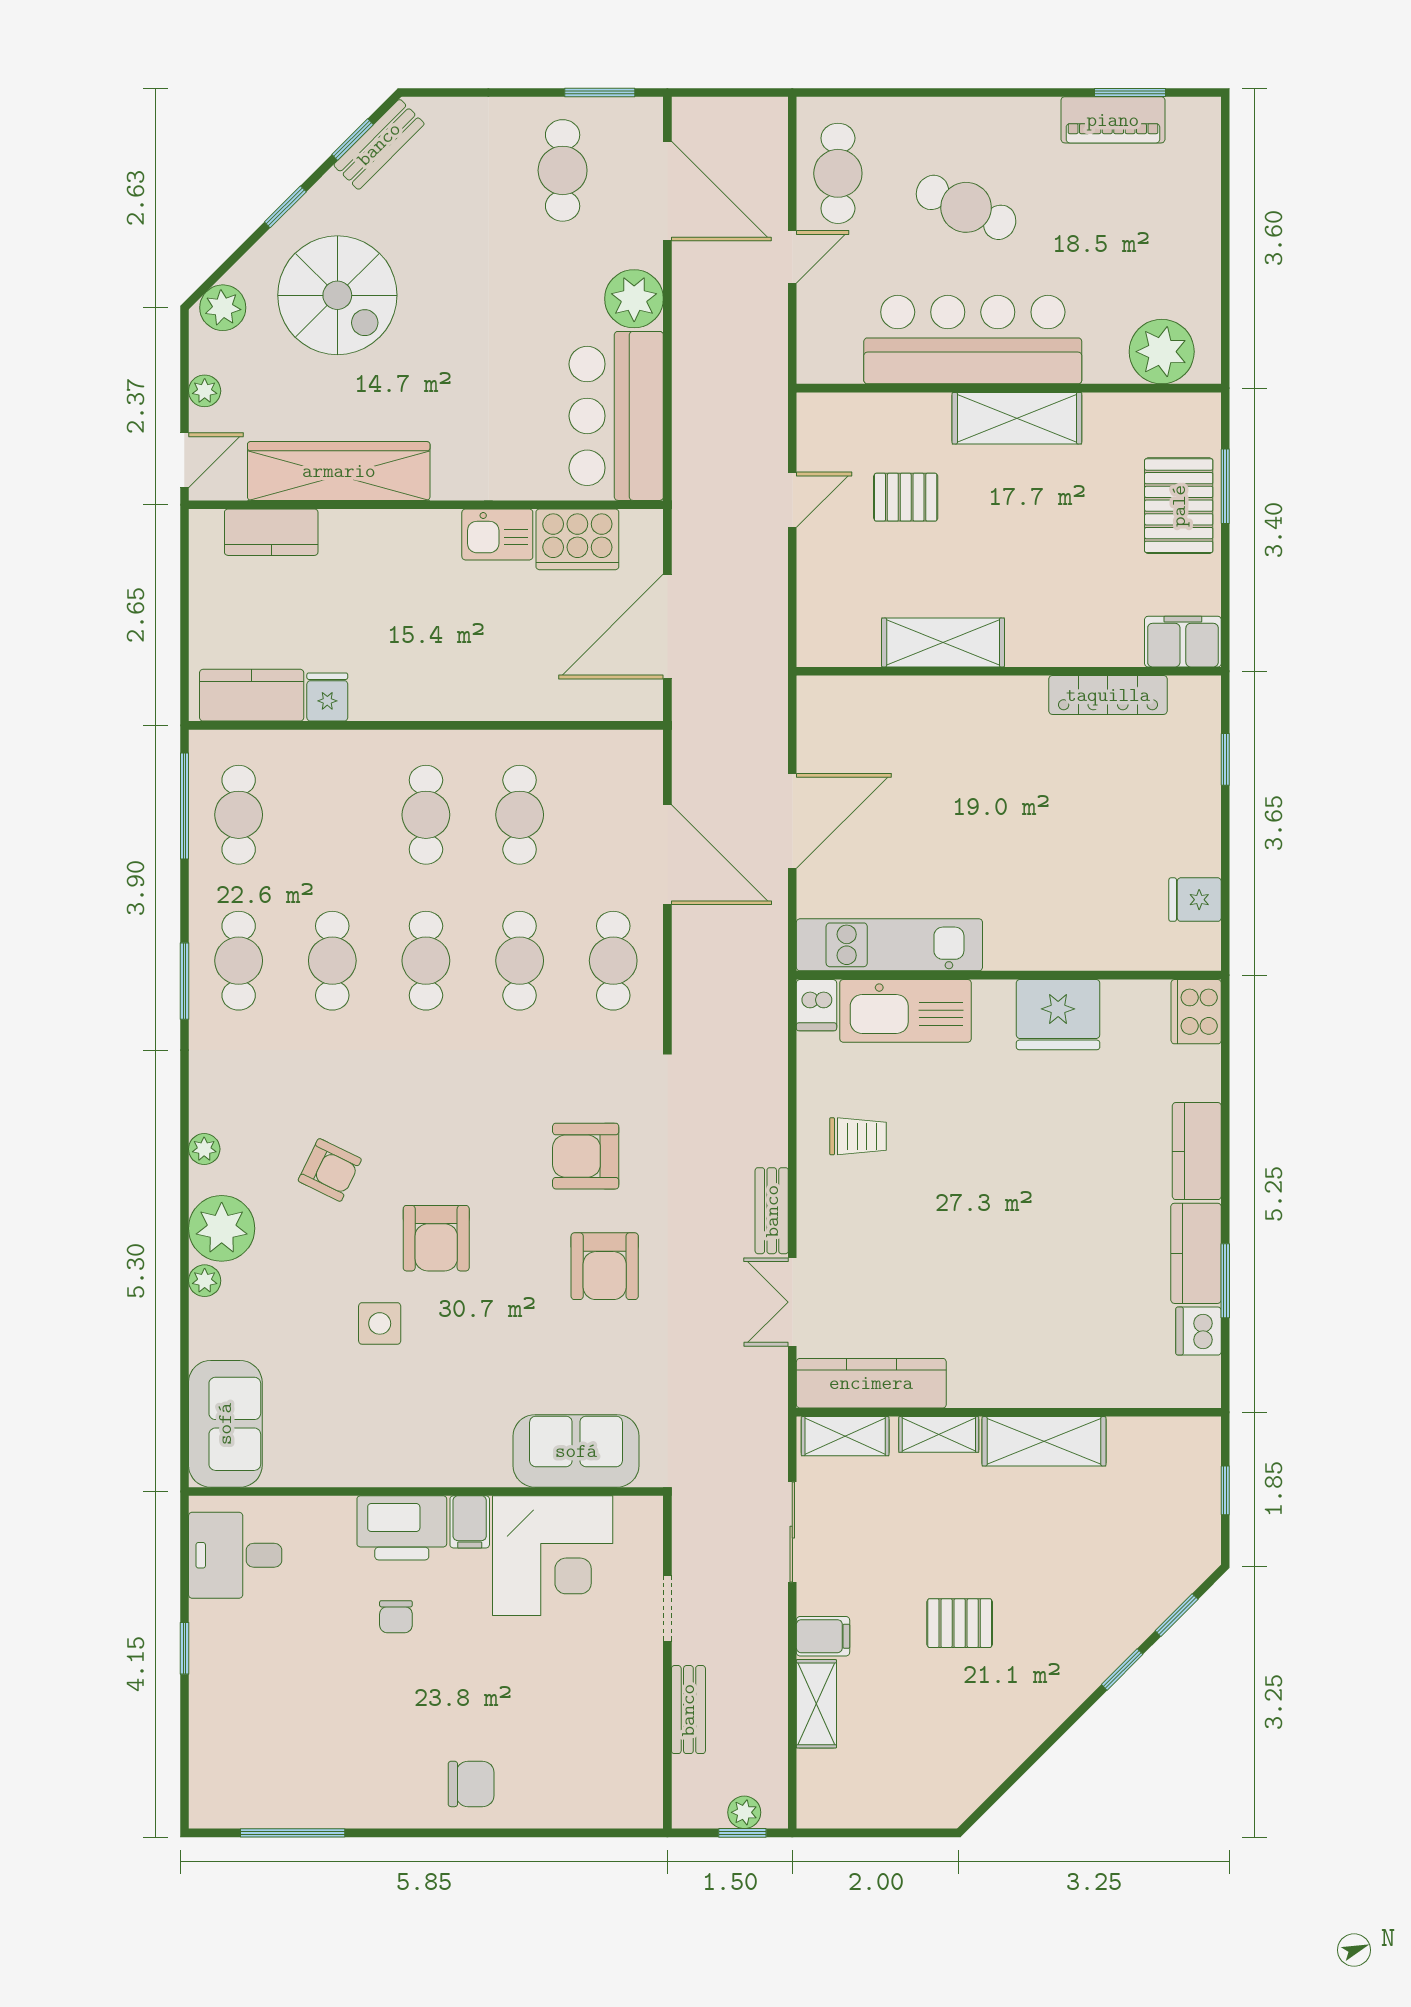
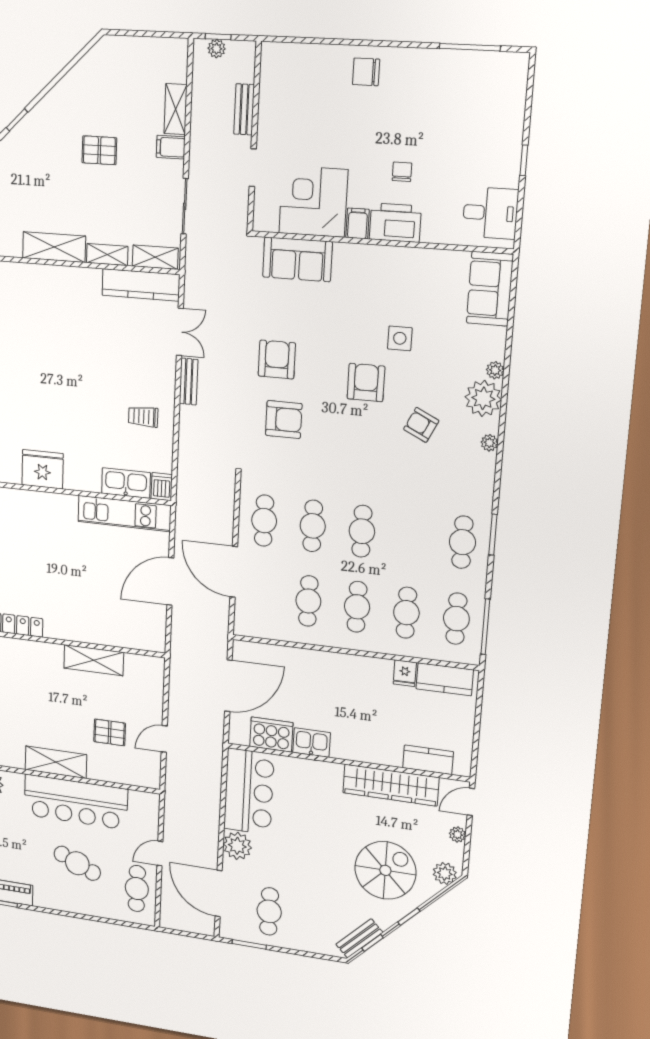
spiral stairs: (337, 295) -> (385, 870), turned 90
cafe table: (332, 961) -> (406, 613), moved
kitchen sink: (905, 1011) -> (126, 483), width x0.73, depth x0.81

